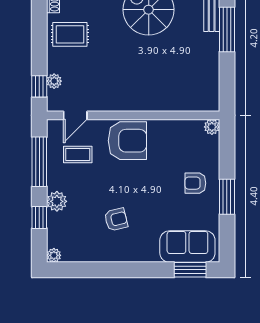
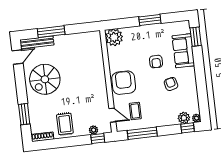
plant: (212, 127) -> (114, 37), width x1.87, depth x1.87
armchair: (195, 183) -> (156, 62), moved
plant: (57, 201) -> (184, 118), moved
window: (39, 218) -> (188, 128), moved
sofa: (187, 247) -> (183, 51), moved

